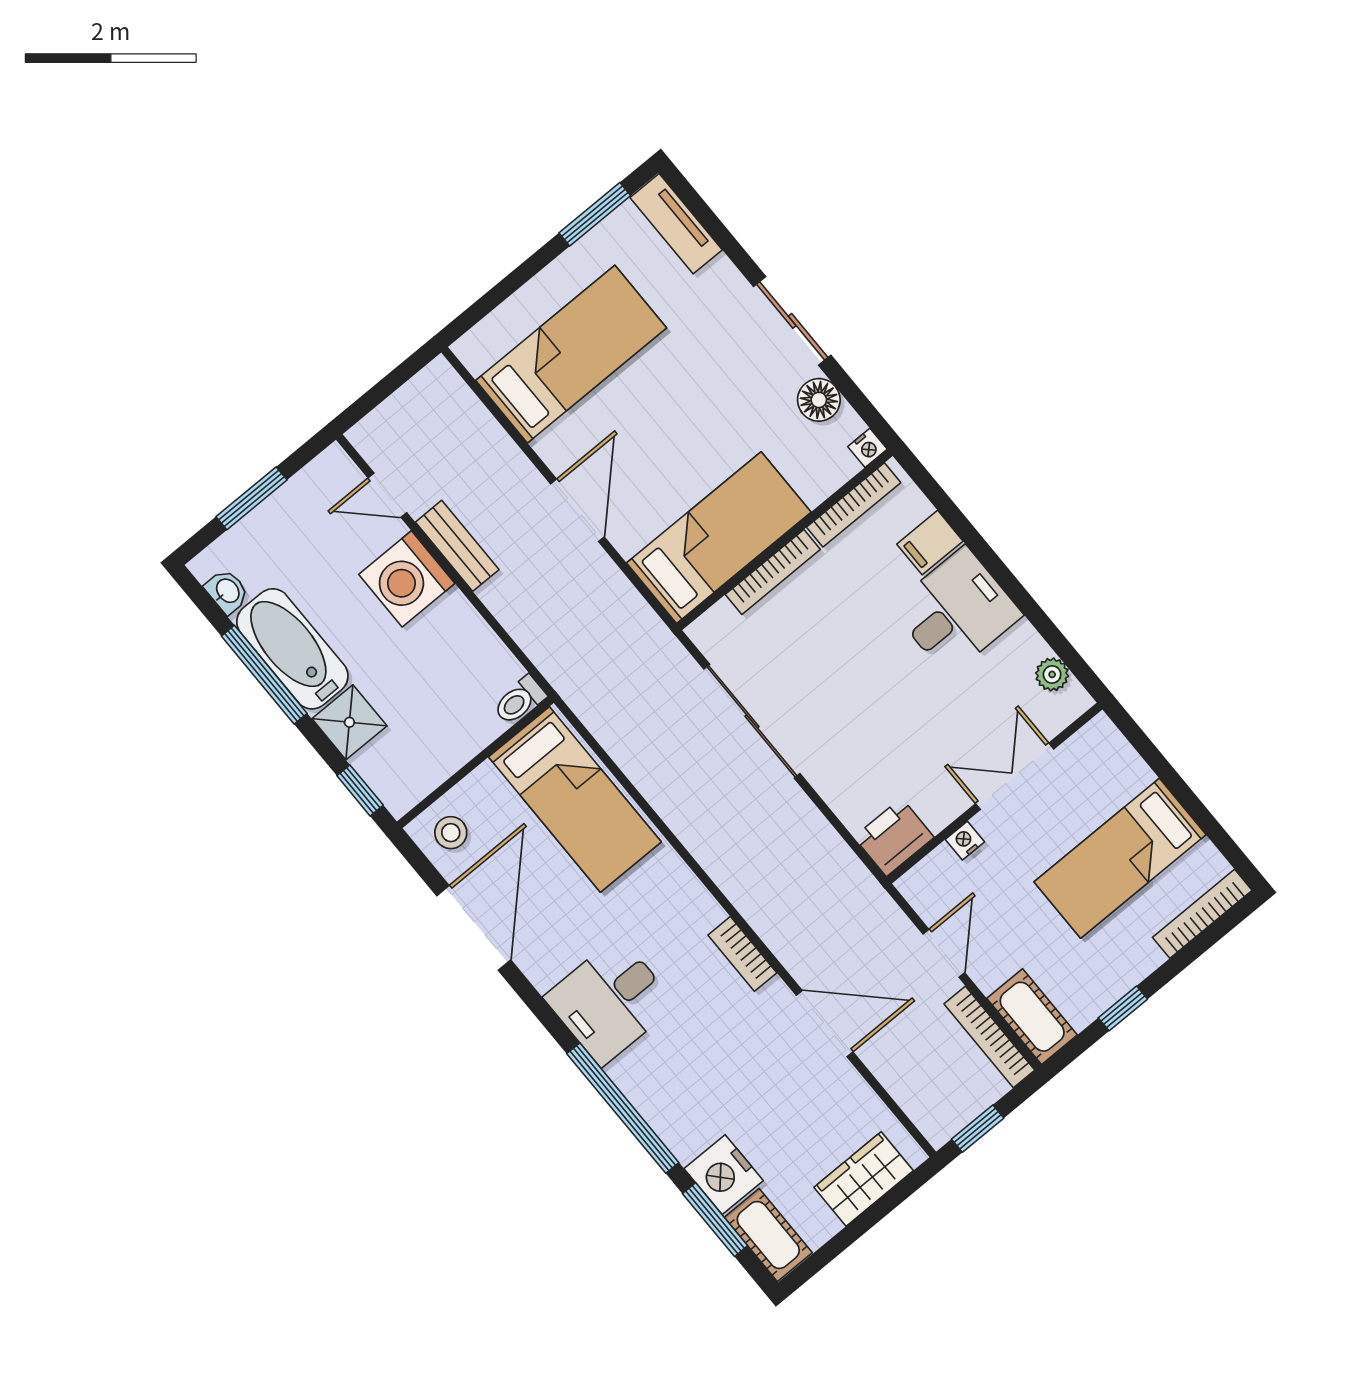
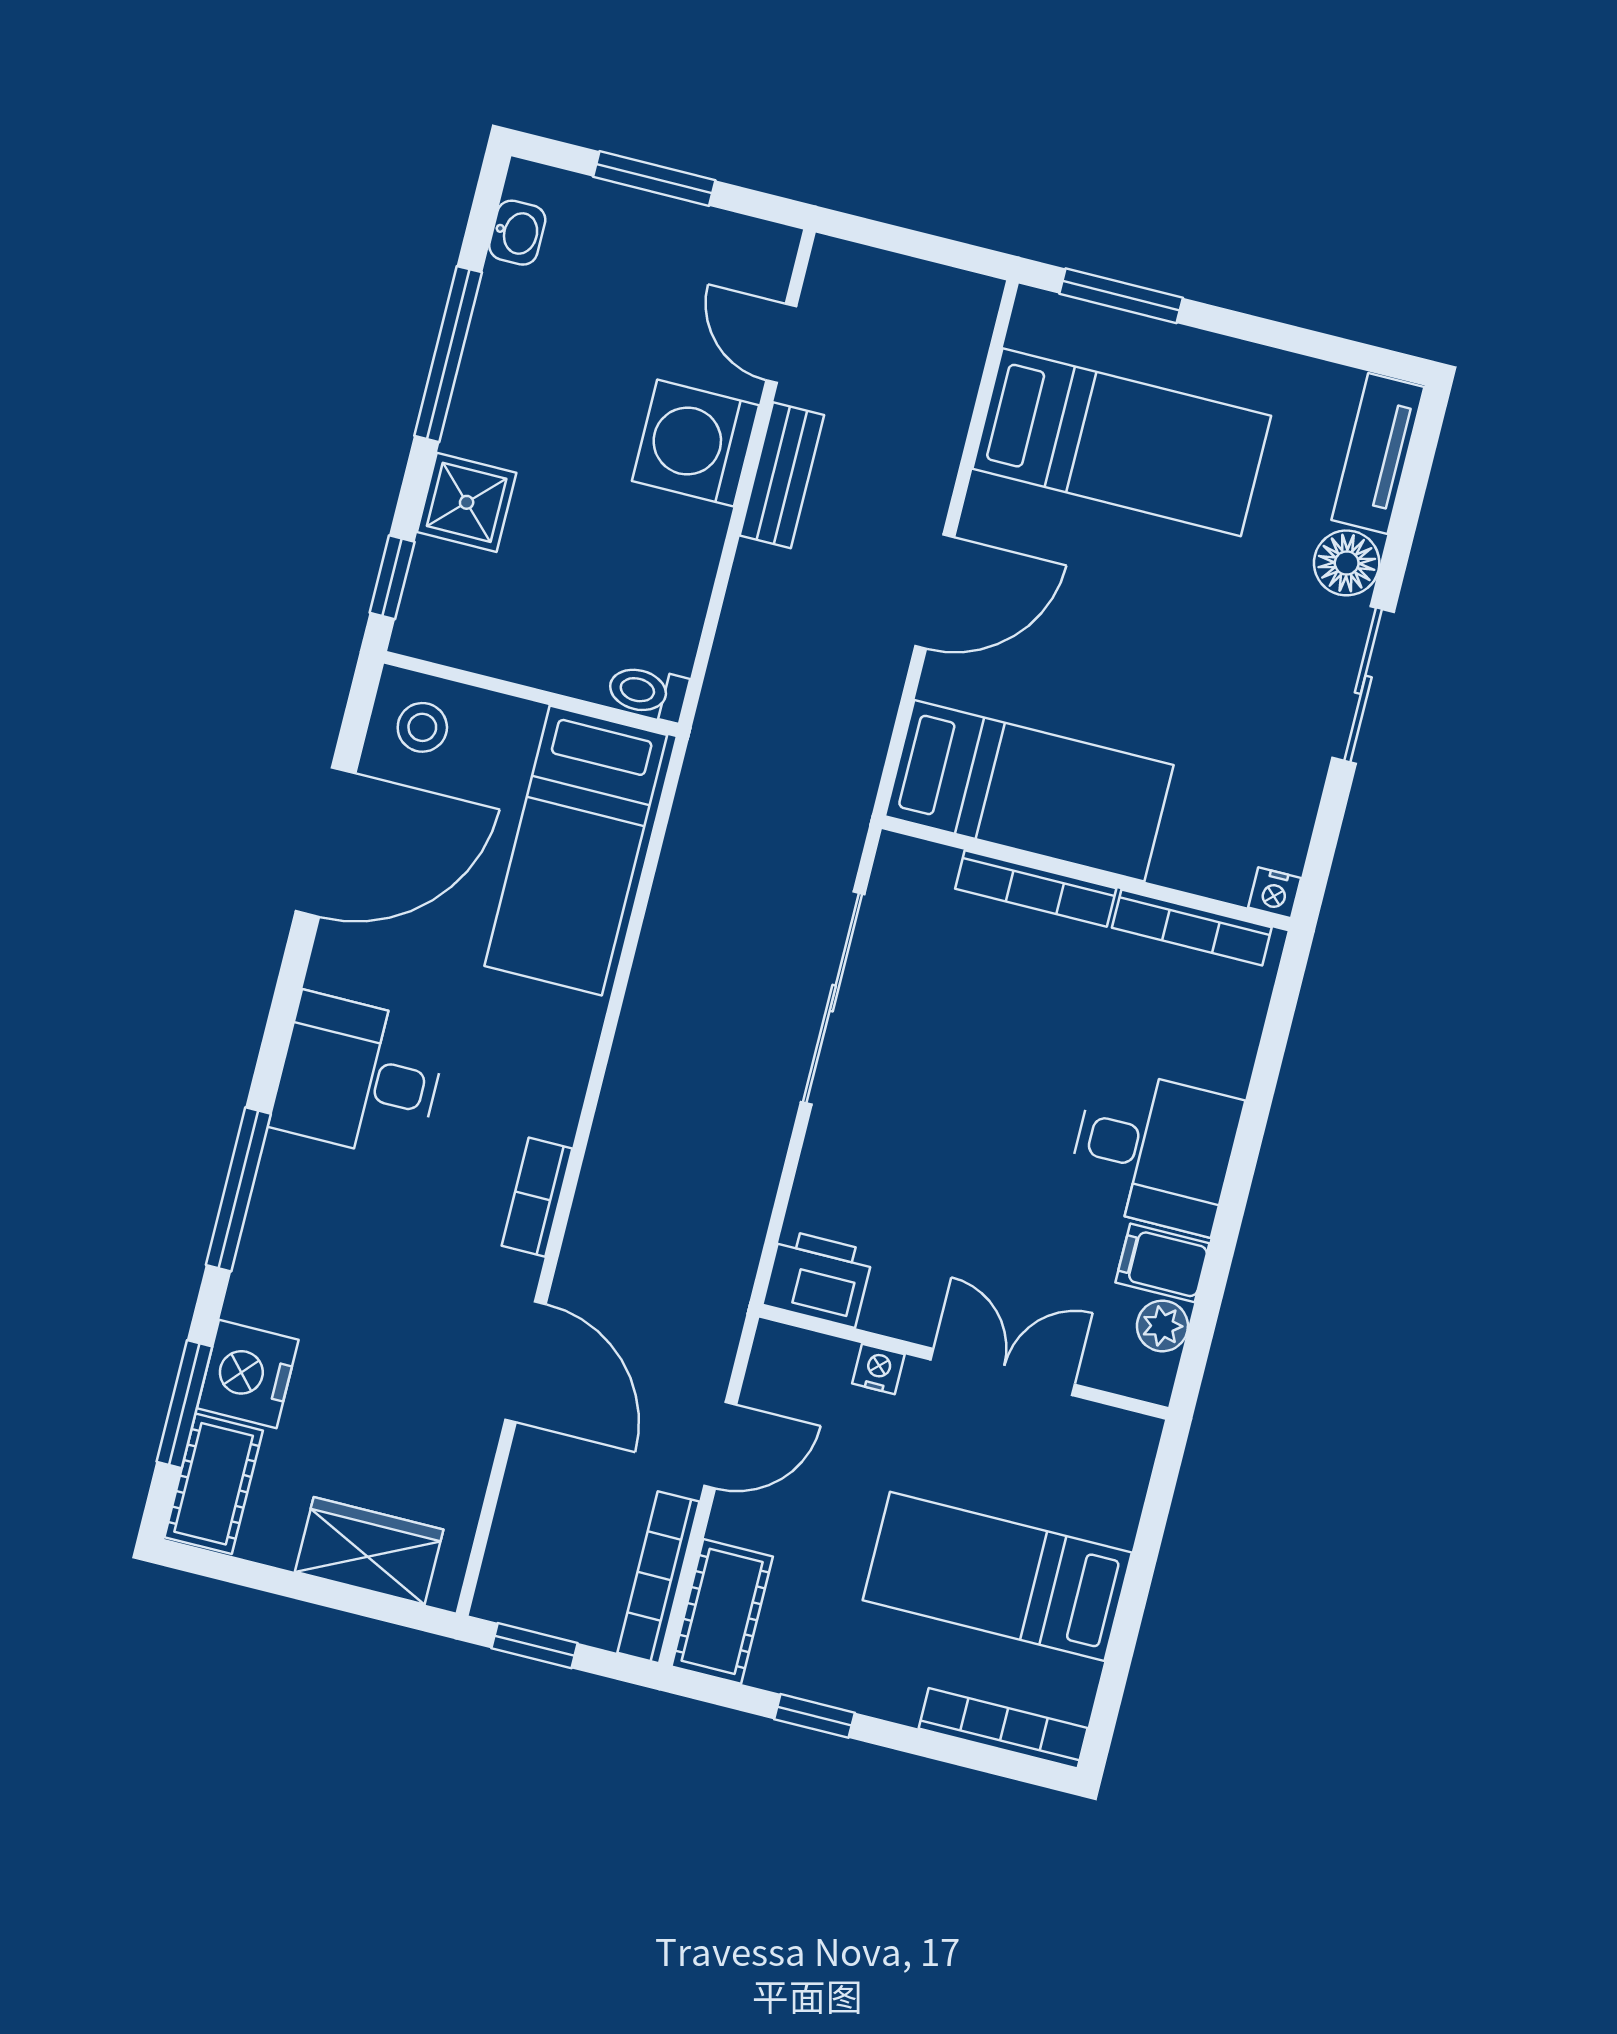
window: (595, 214) -> (1121, 296), moved
floor lamp: (819, 400) -> (1347, 563), moved
filing cabinet: (930, 543) -> (1162, 1263), moved
bathtub: (292, 649) -> (505, 365), removed
window: (623, 1108) -> (238, 1189), width x0.68

